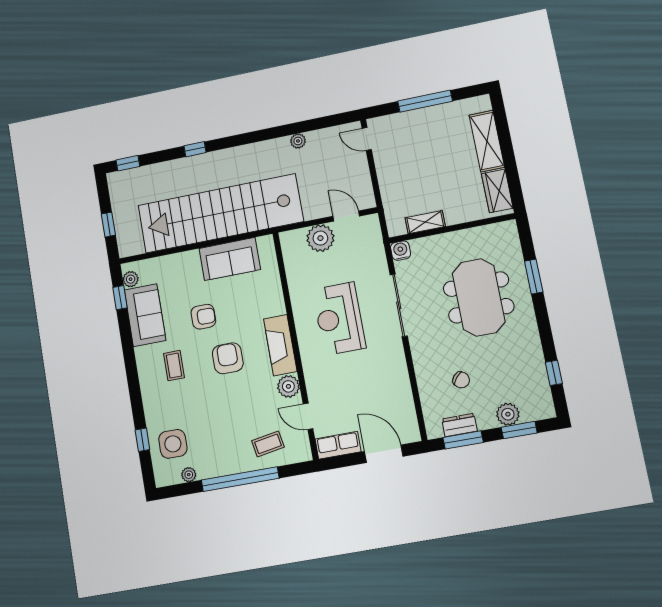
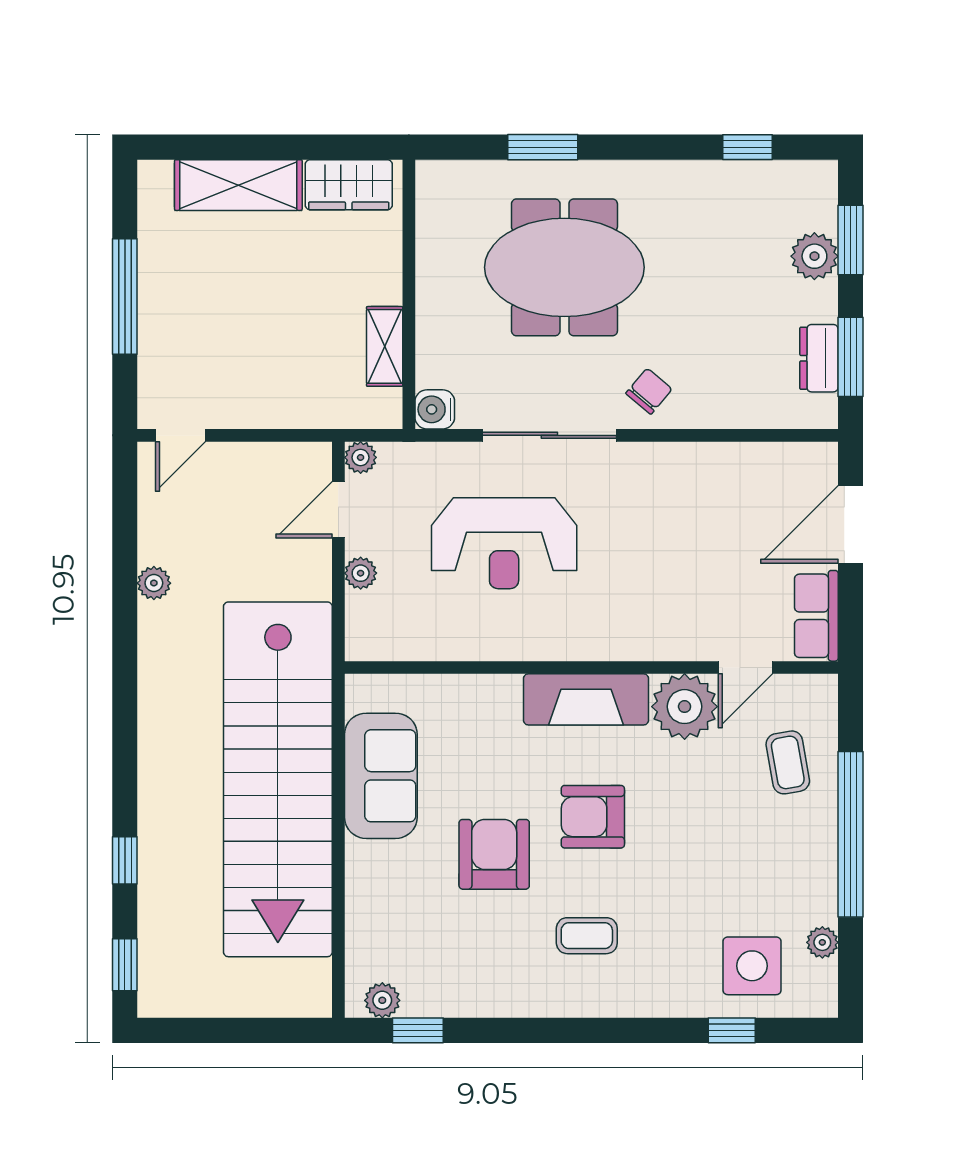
window: (195, 149) -> (125, 860), moved
plant: (372, 221) -> (361, 457), added
window: (108, 225) -> (252, 1030), removed
plant: (320, 238) -> (361, 573), width x0.53, depth x0.53
sofa: (145, 315) -> (467, 981), removed
armchair: (203, 317) -> (494, 854), width x1.38, depth x1.38
reception desk: (339, 319) -> (504, 543), moved
chair: (461, 380) -> (649, 391), moved
plant: (288, 386) -> (685, 707), width x1.36, depth x1.36

